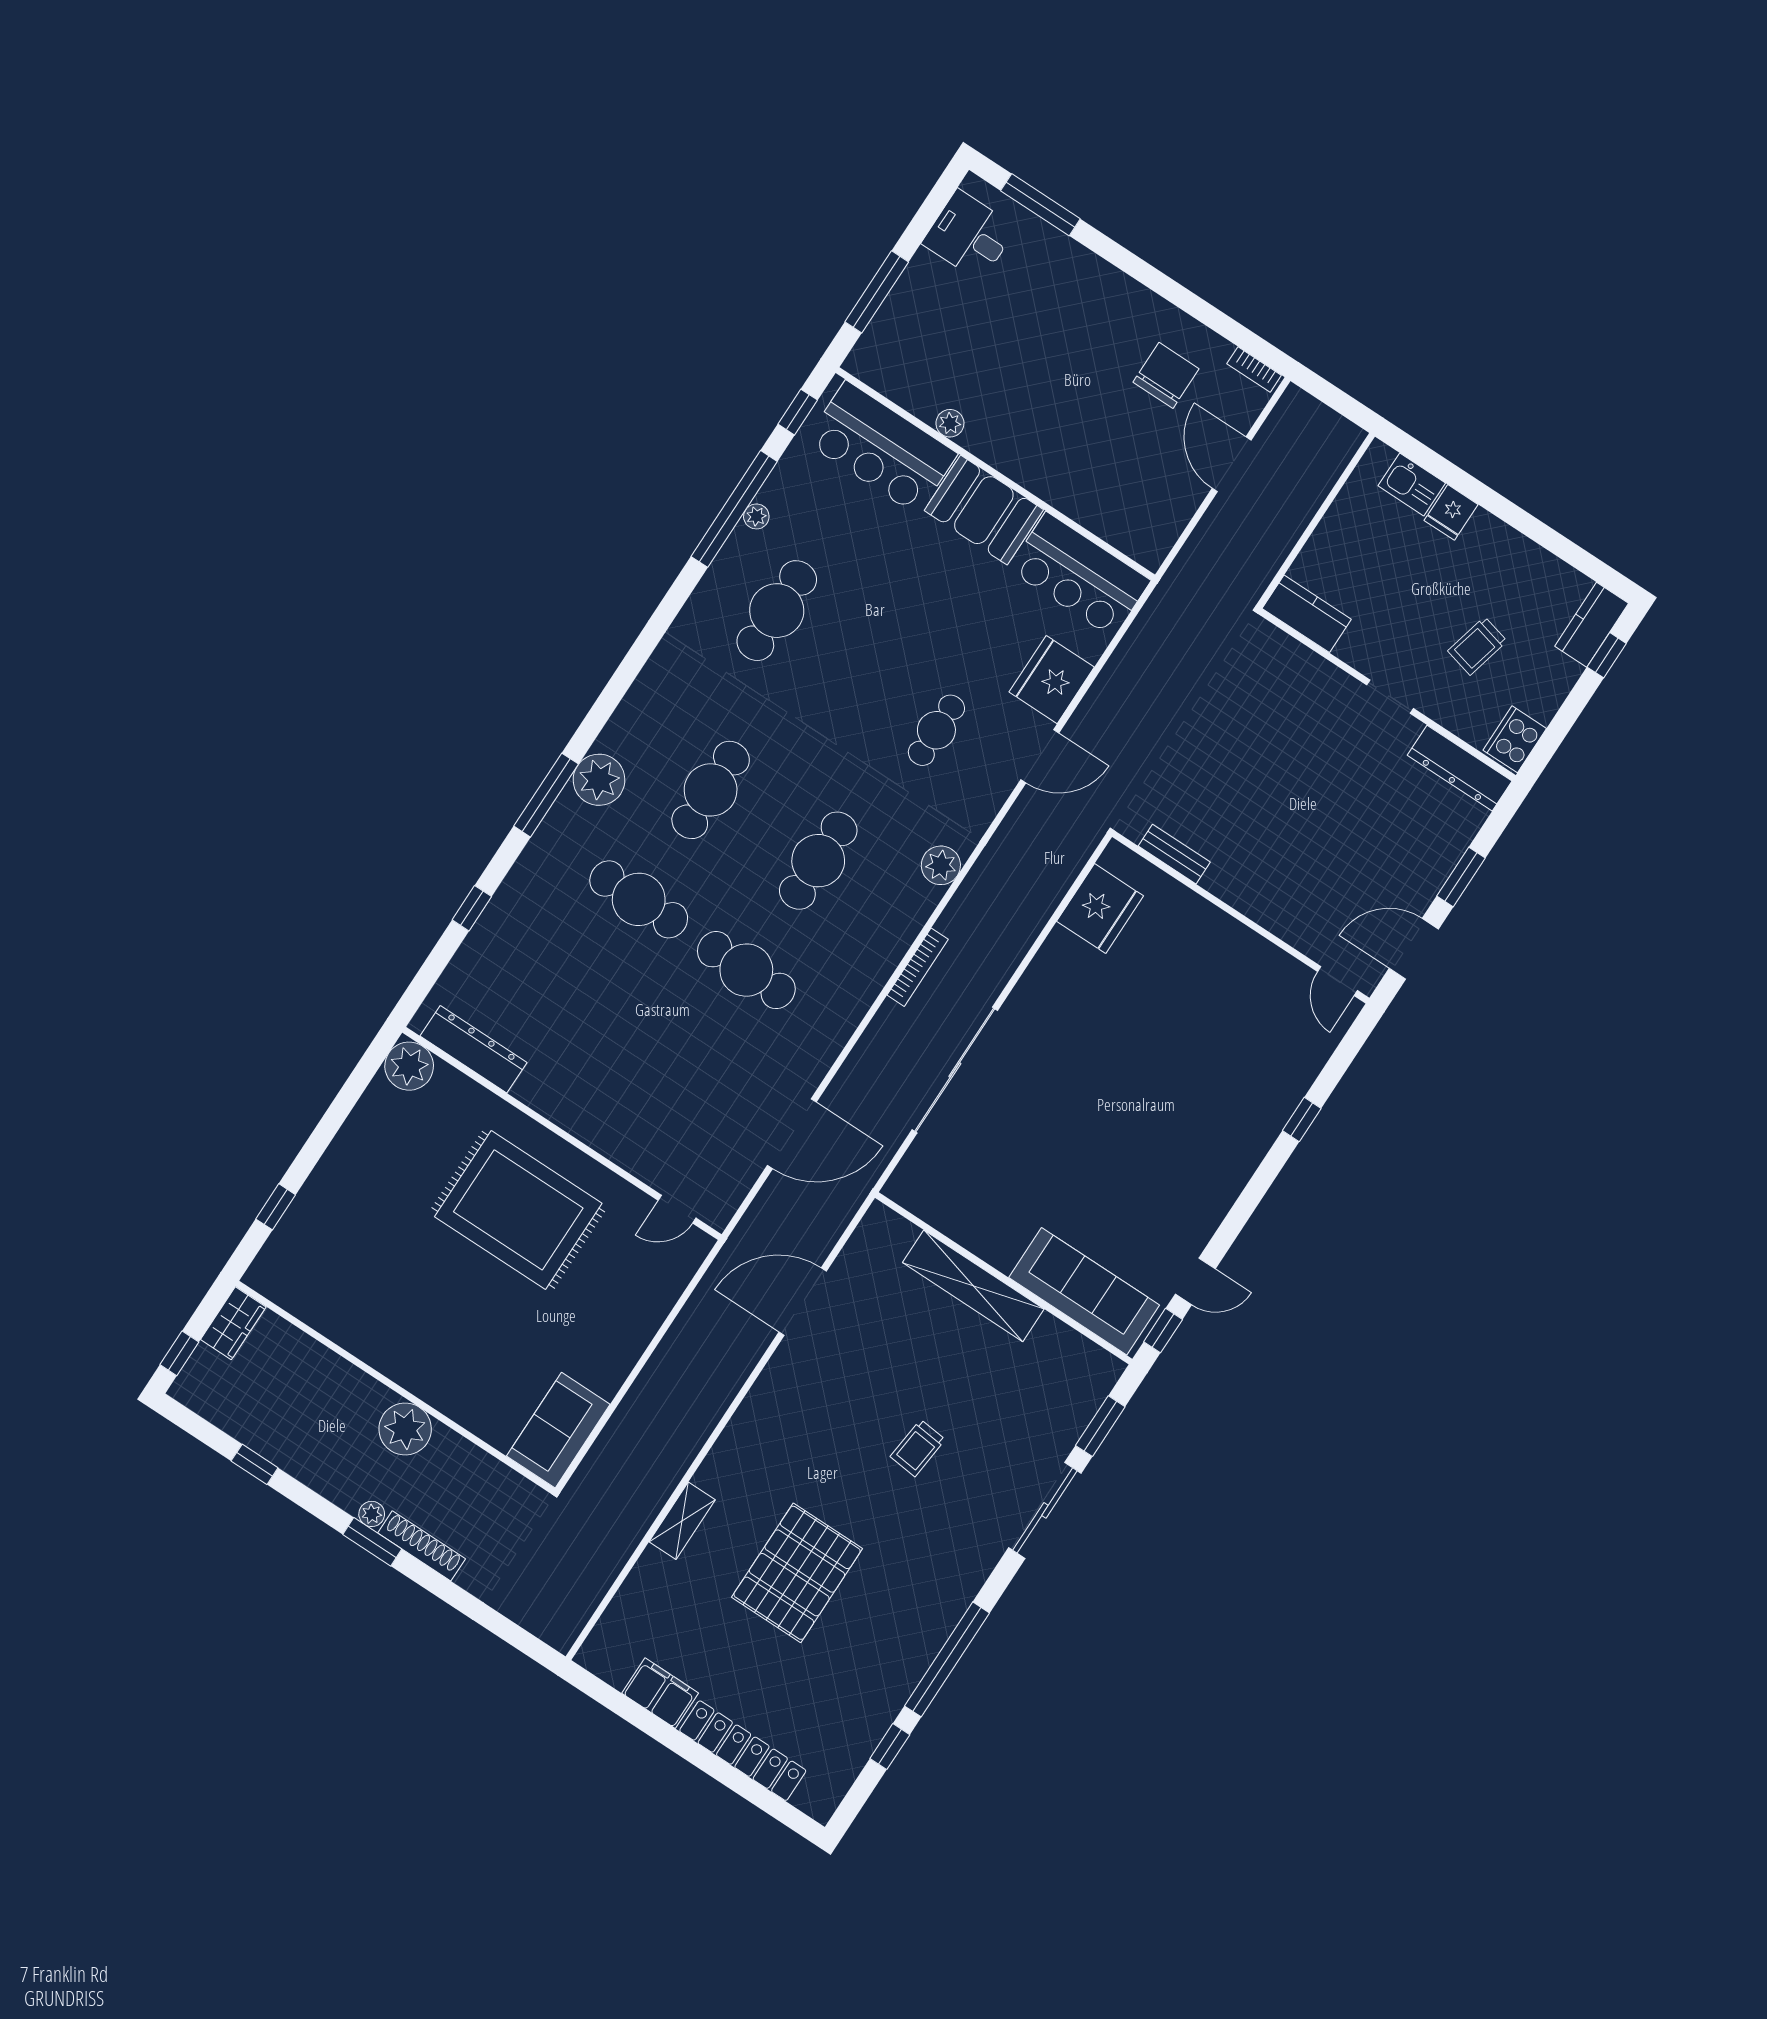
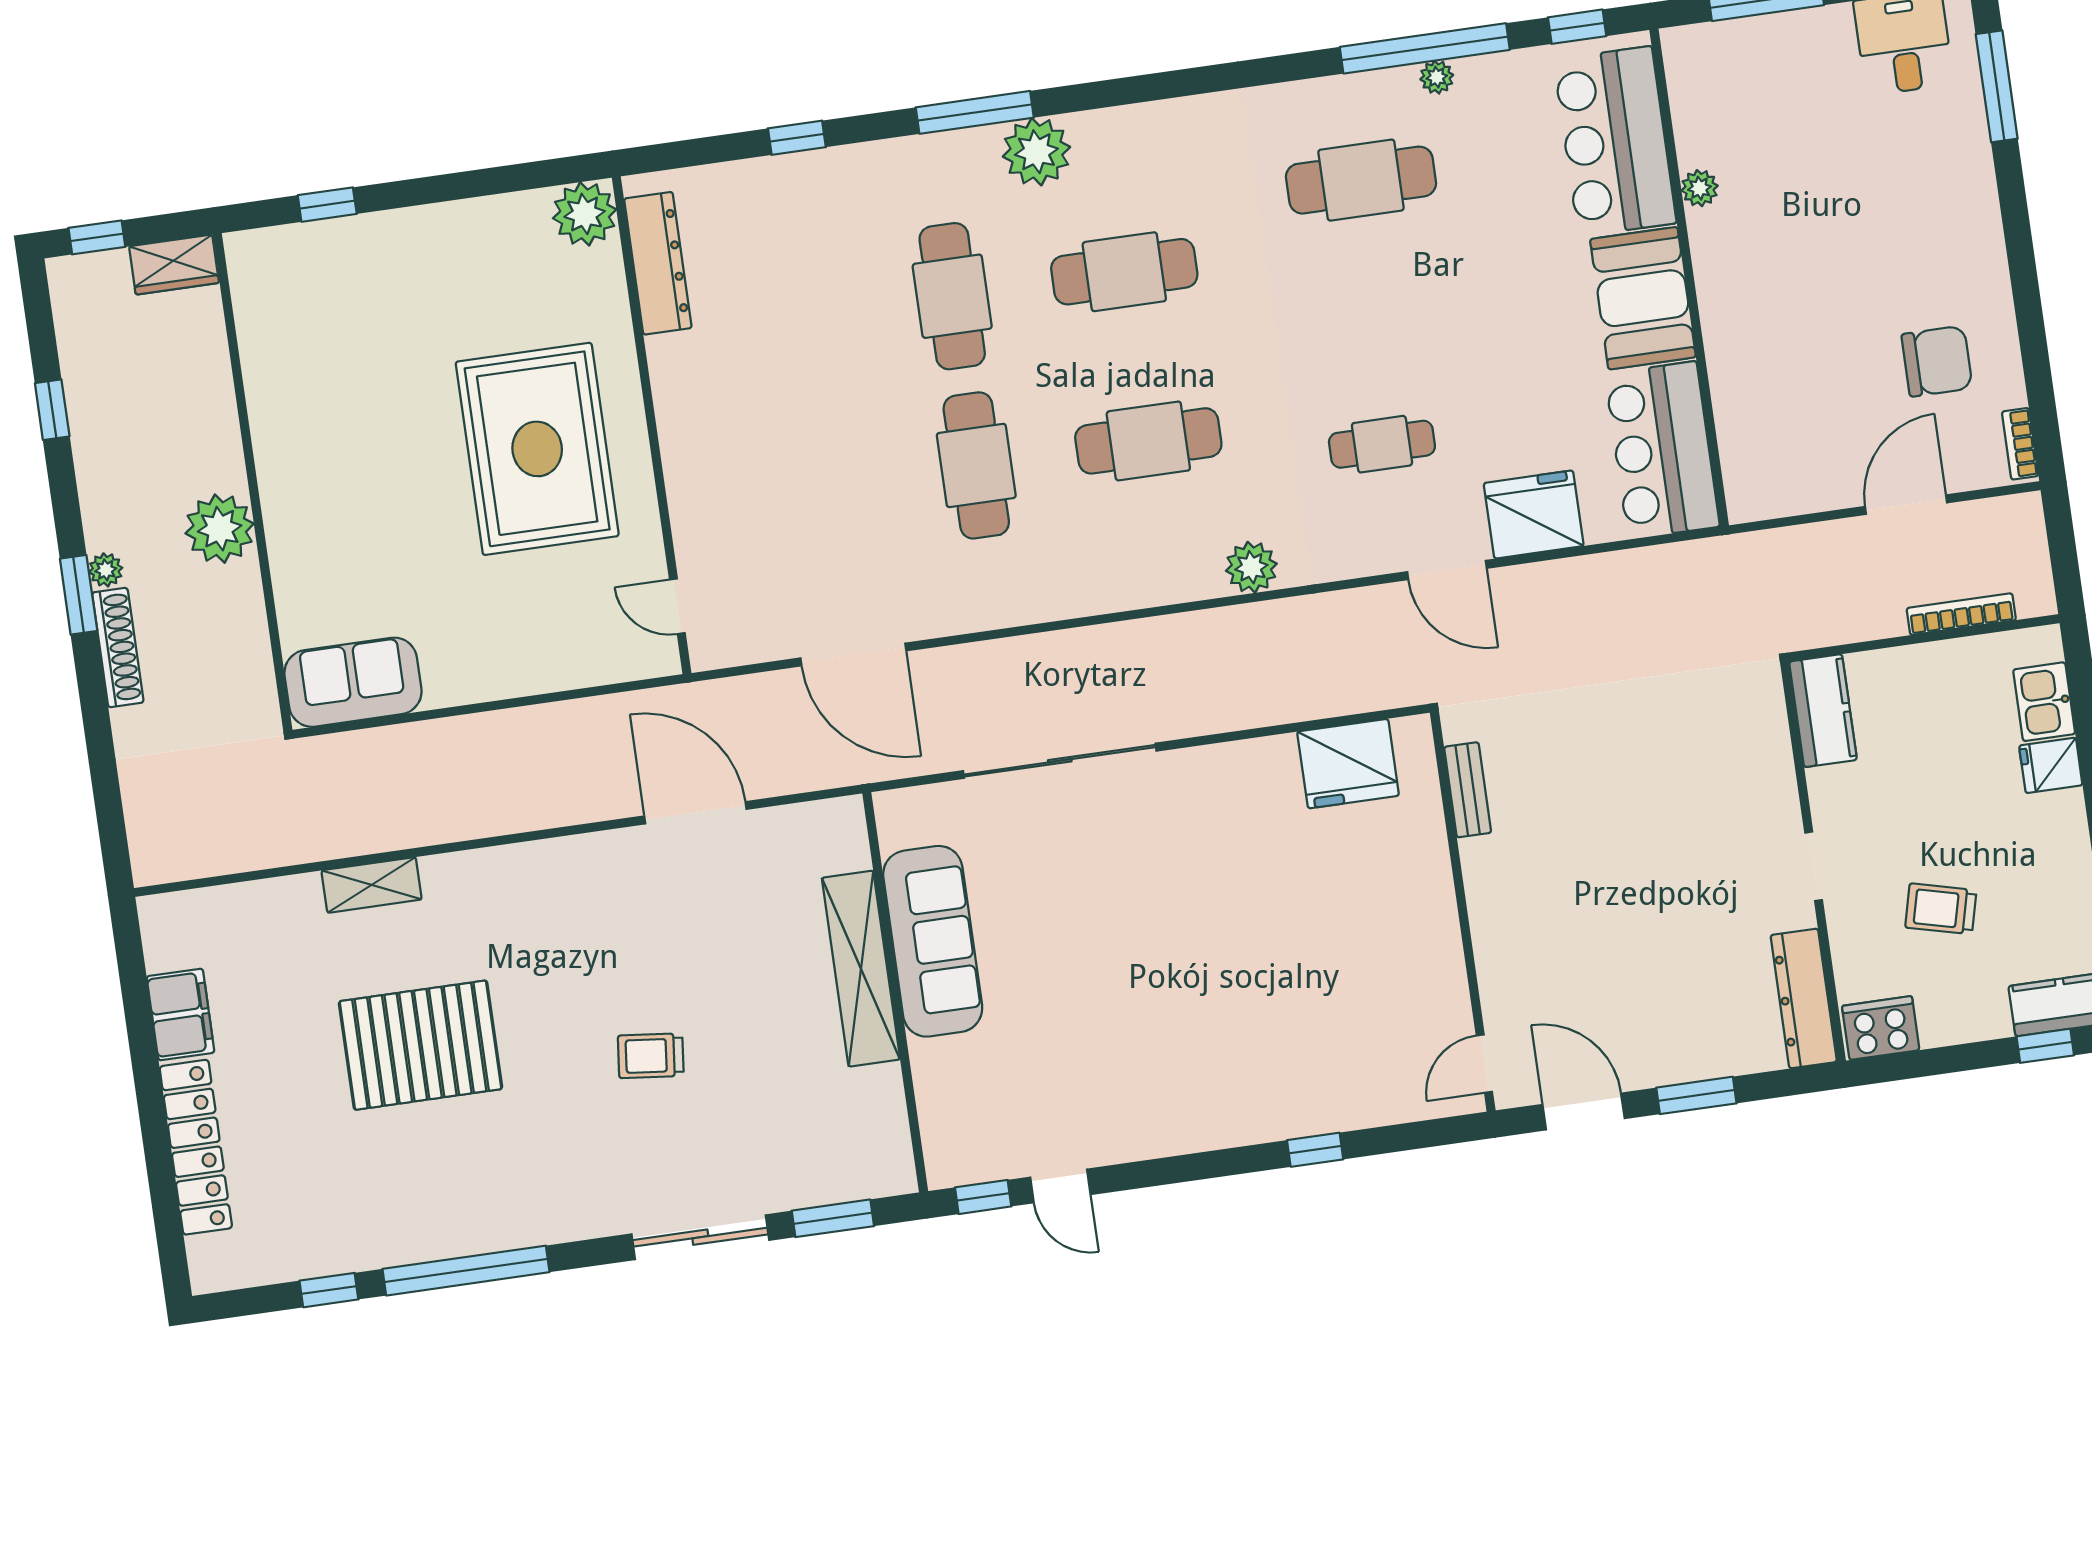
bookcase: (918, 967) -> (1961, 614), moved, turned 180
sofa: (1084, 1291) -> (933, 941), moved

